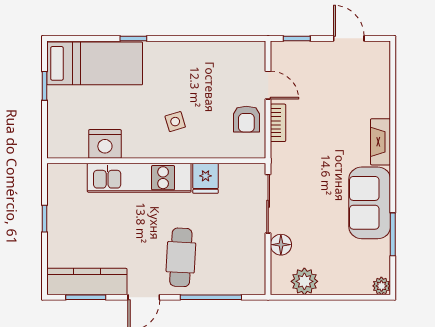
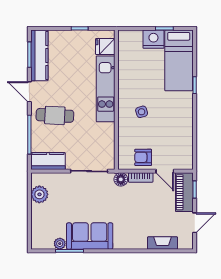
piano: (301, 54) -> (184, 192), added
door: (268, 85) -> (165, 171), hinge flipped
fireplace: (381, 142) -> (163, 243), moved
nightstand: (105, 144) -> (153, 39), moved, turned 90
fridge: (206, 178) -> (105, 46), moved
floor lamp: (281, 245) -> (121, 179), moved
kitchen counter: (252, 268) -> (48, 161), added
plant: (381, 286) -> (60, 244), moved

